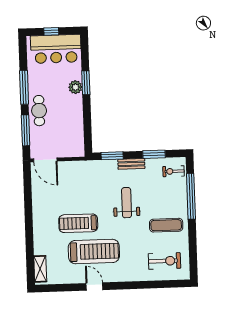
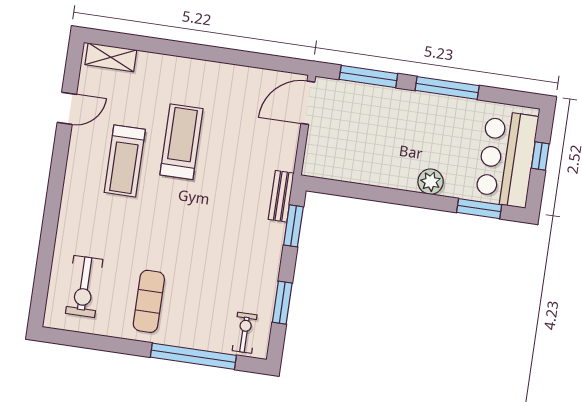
window: (86, 83) -> (479, 209), moved
cafe table: (39, 111) -> (400, 108), removed
bench: (131, 164) -> (281, 196), moved
weight bench: (127, 203) -> (203, 237), removed
treadmill: (94, 252) -> (125, 161), width x0.73, depth x0.73
door: (94, 287) -> (67, 108), moved

